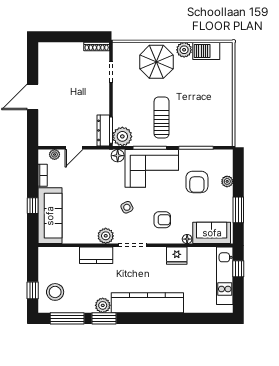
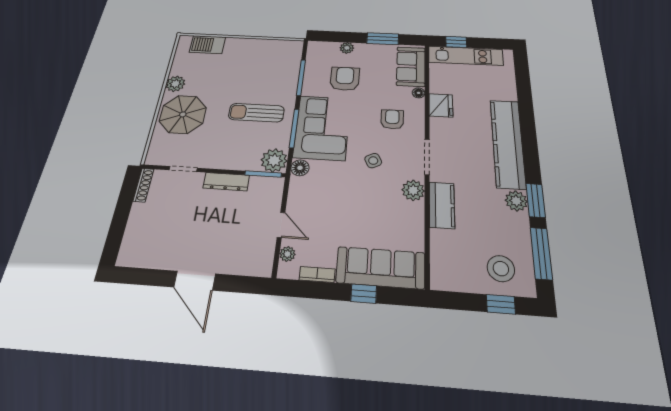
barbecue: (206, 51) -> (207, 45), moved, turned 90
dresser: (103, 130) -> (226, 182), moved
armchair: (197, 182) -> (345, 79), turned -90

